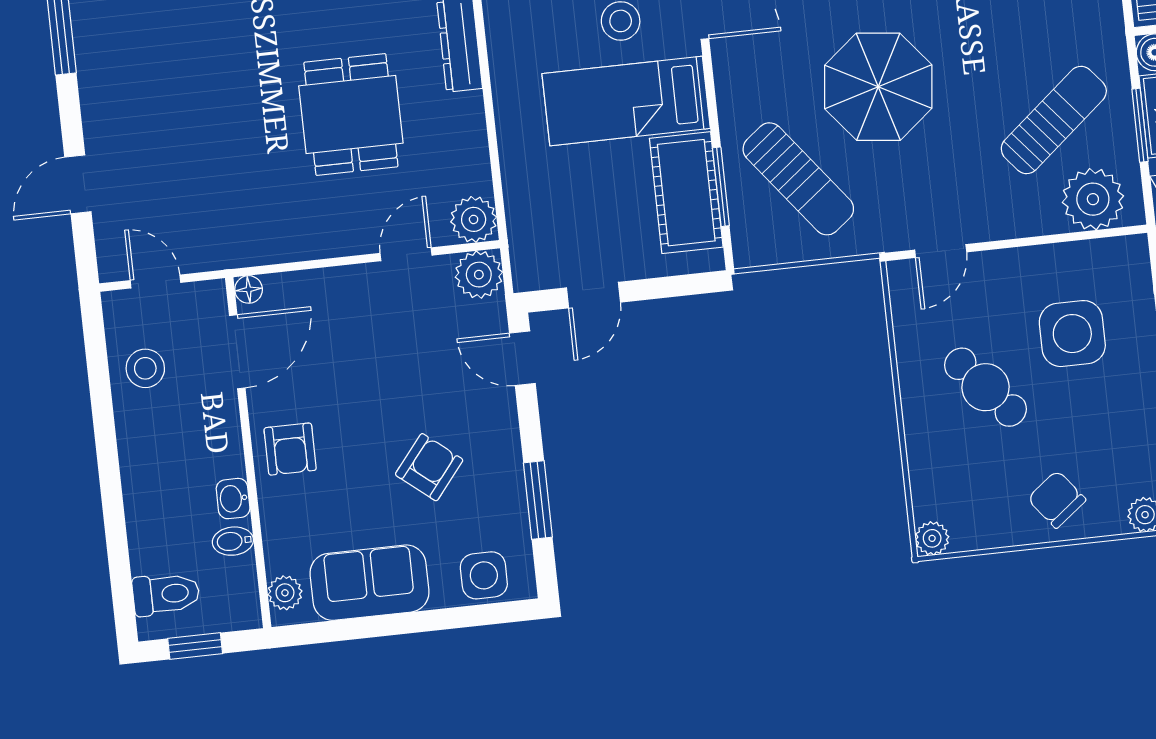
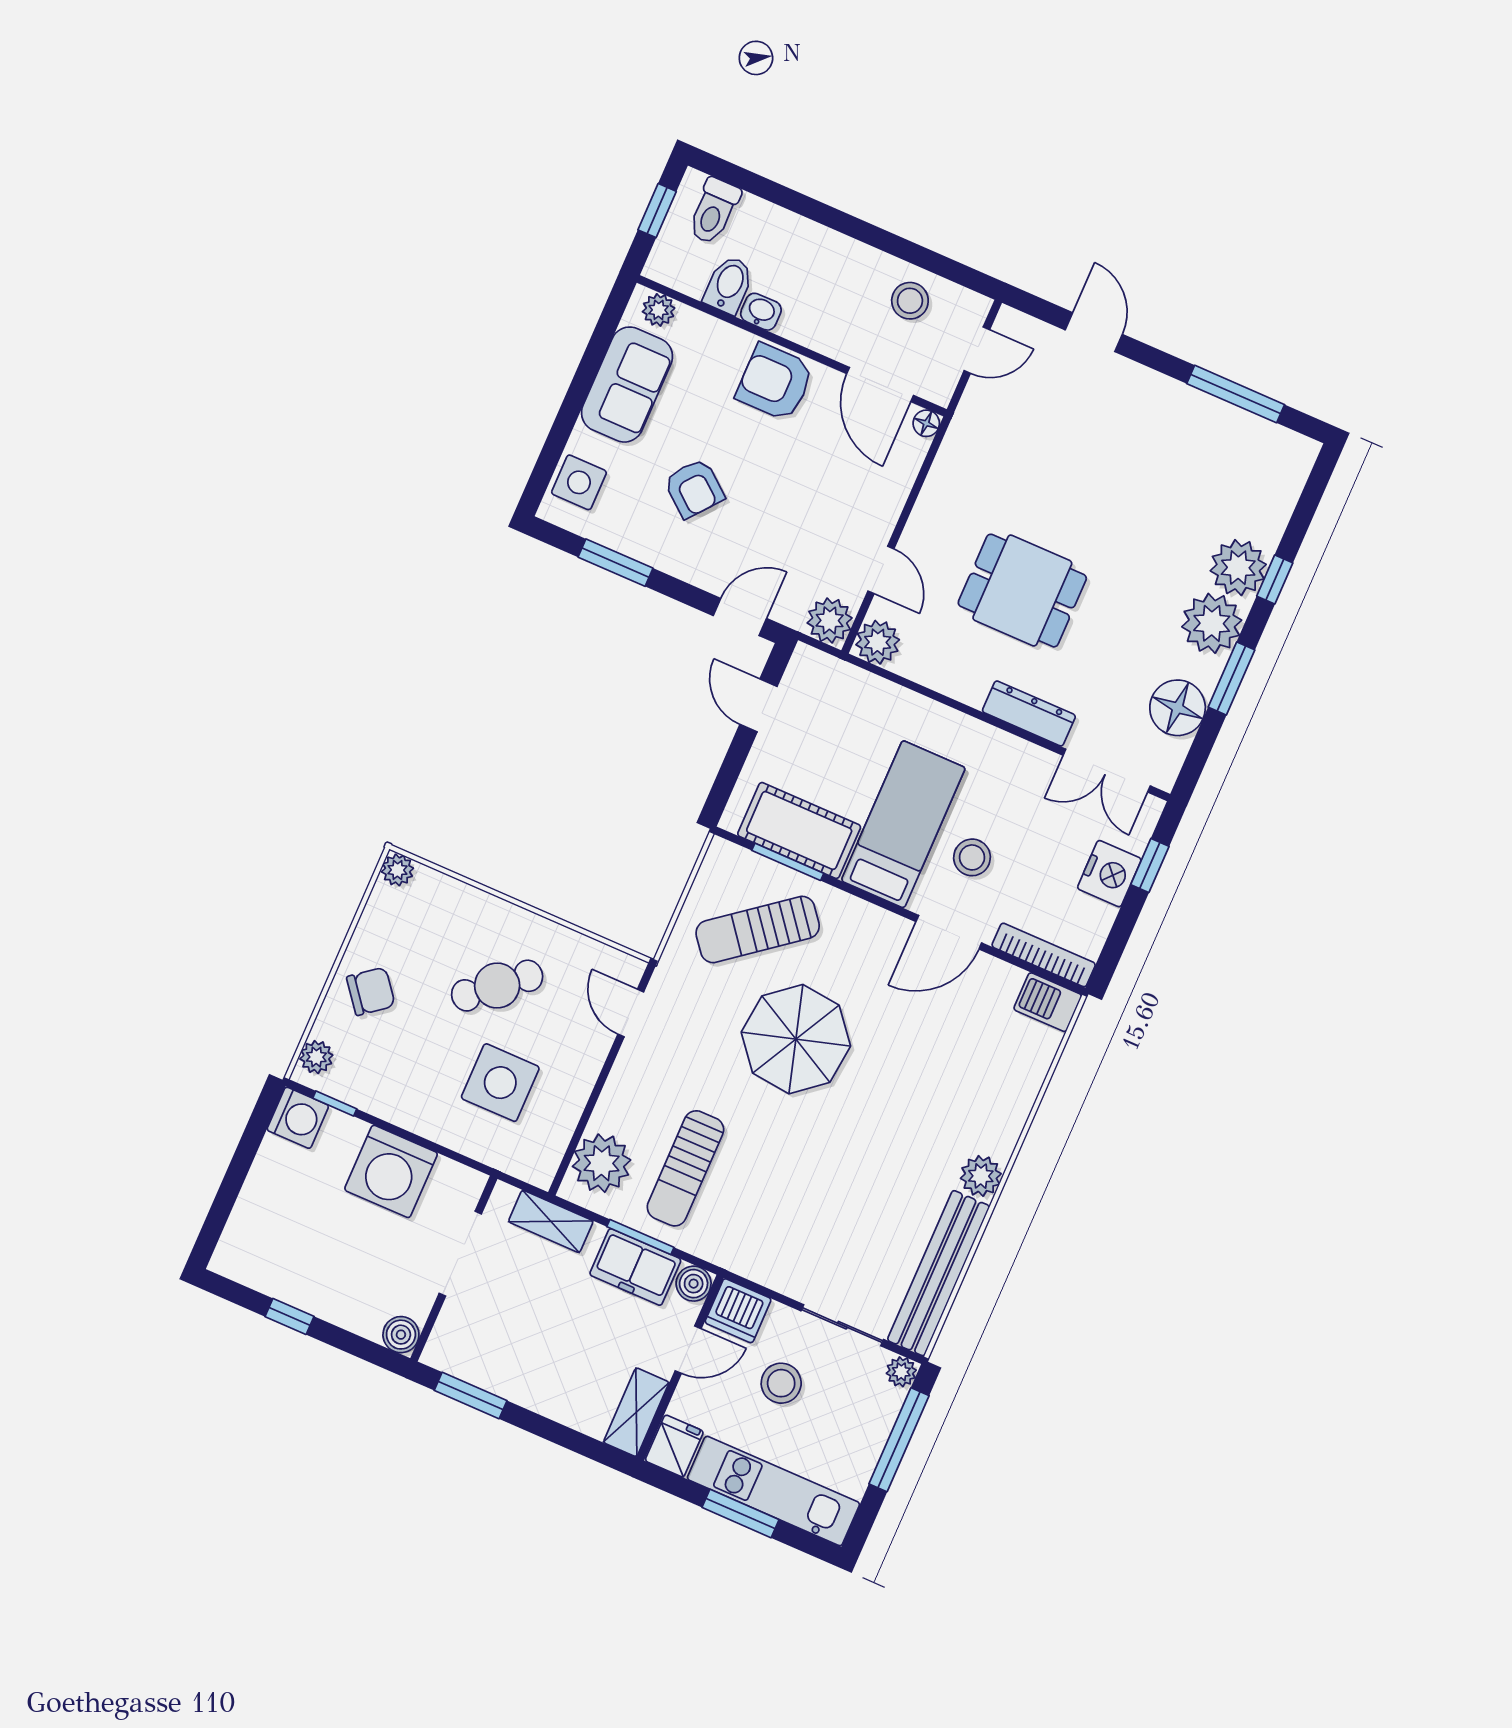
sun lounger: (1054, 120) -> (685, 1168), turned 40
armchair: (290, 449) -> (775, 382), width x1.38, depth x1.38
bidet: (233, 541) -> (729, 285), width x1.38, depth x1.36

